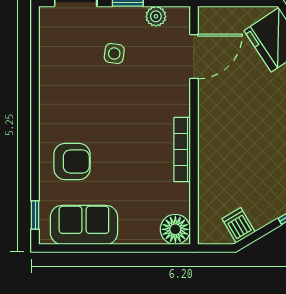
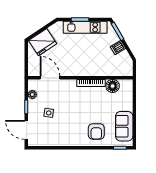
armchair: (72, 162) -> (96, 132), turned 180
dishwasher: (238, 225) -> (118, 47), moved
floor lamp: (175, 229) -> (113, 86), moved

